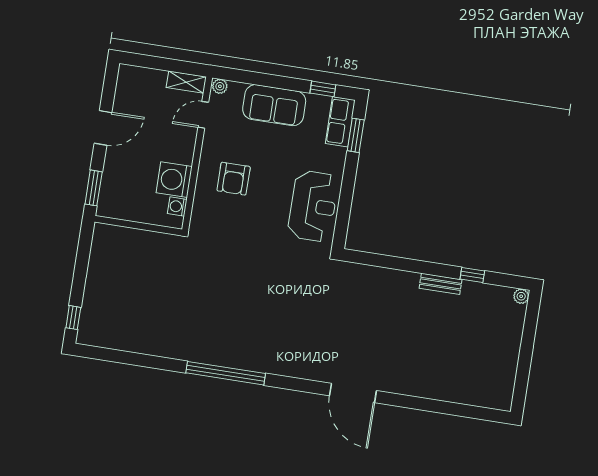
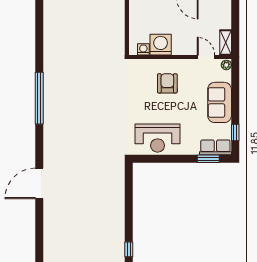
armchair: (234, 179) -> (167, 83), turned 90
bench: (441, 284) -> (120, 230), removed

